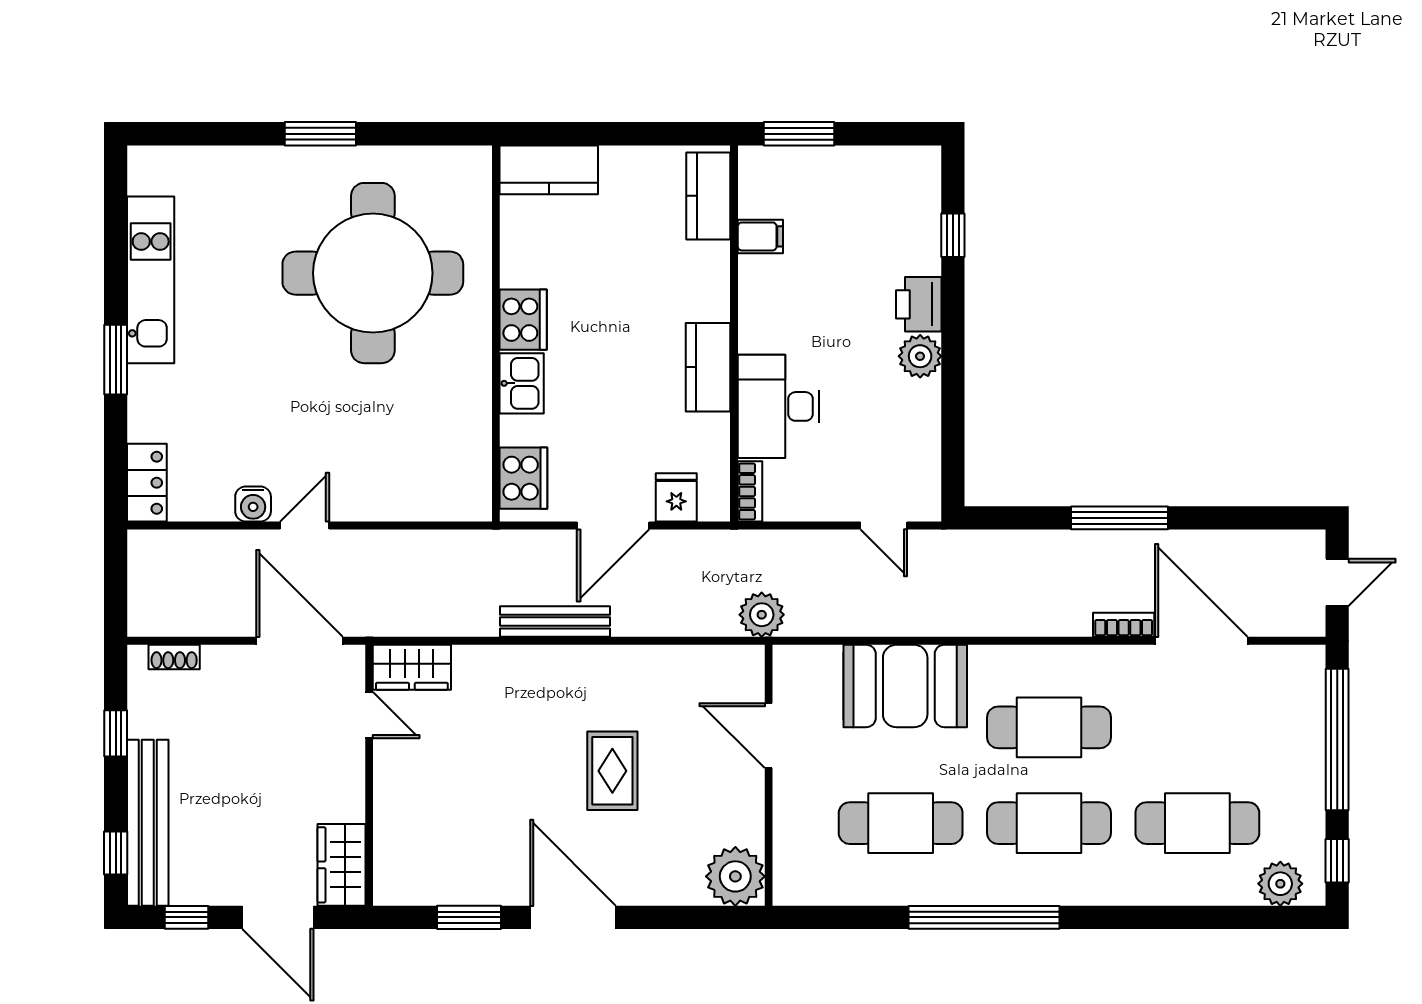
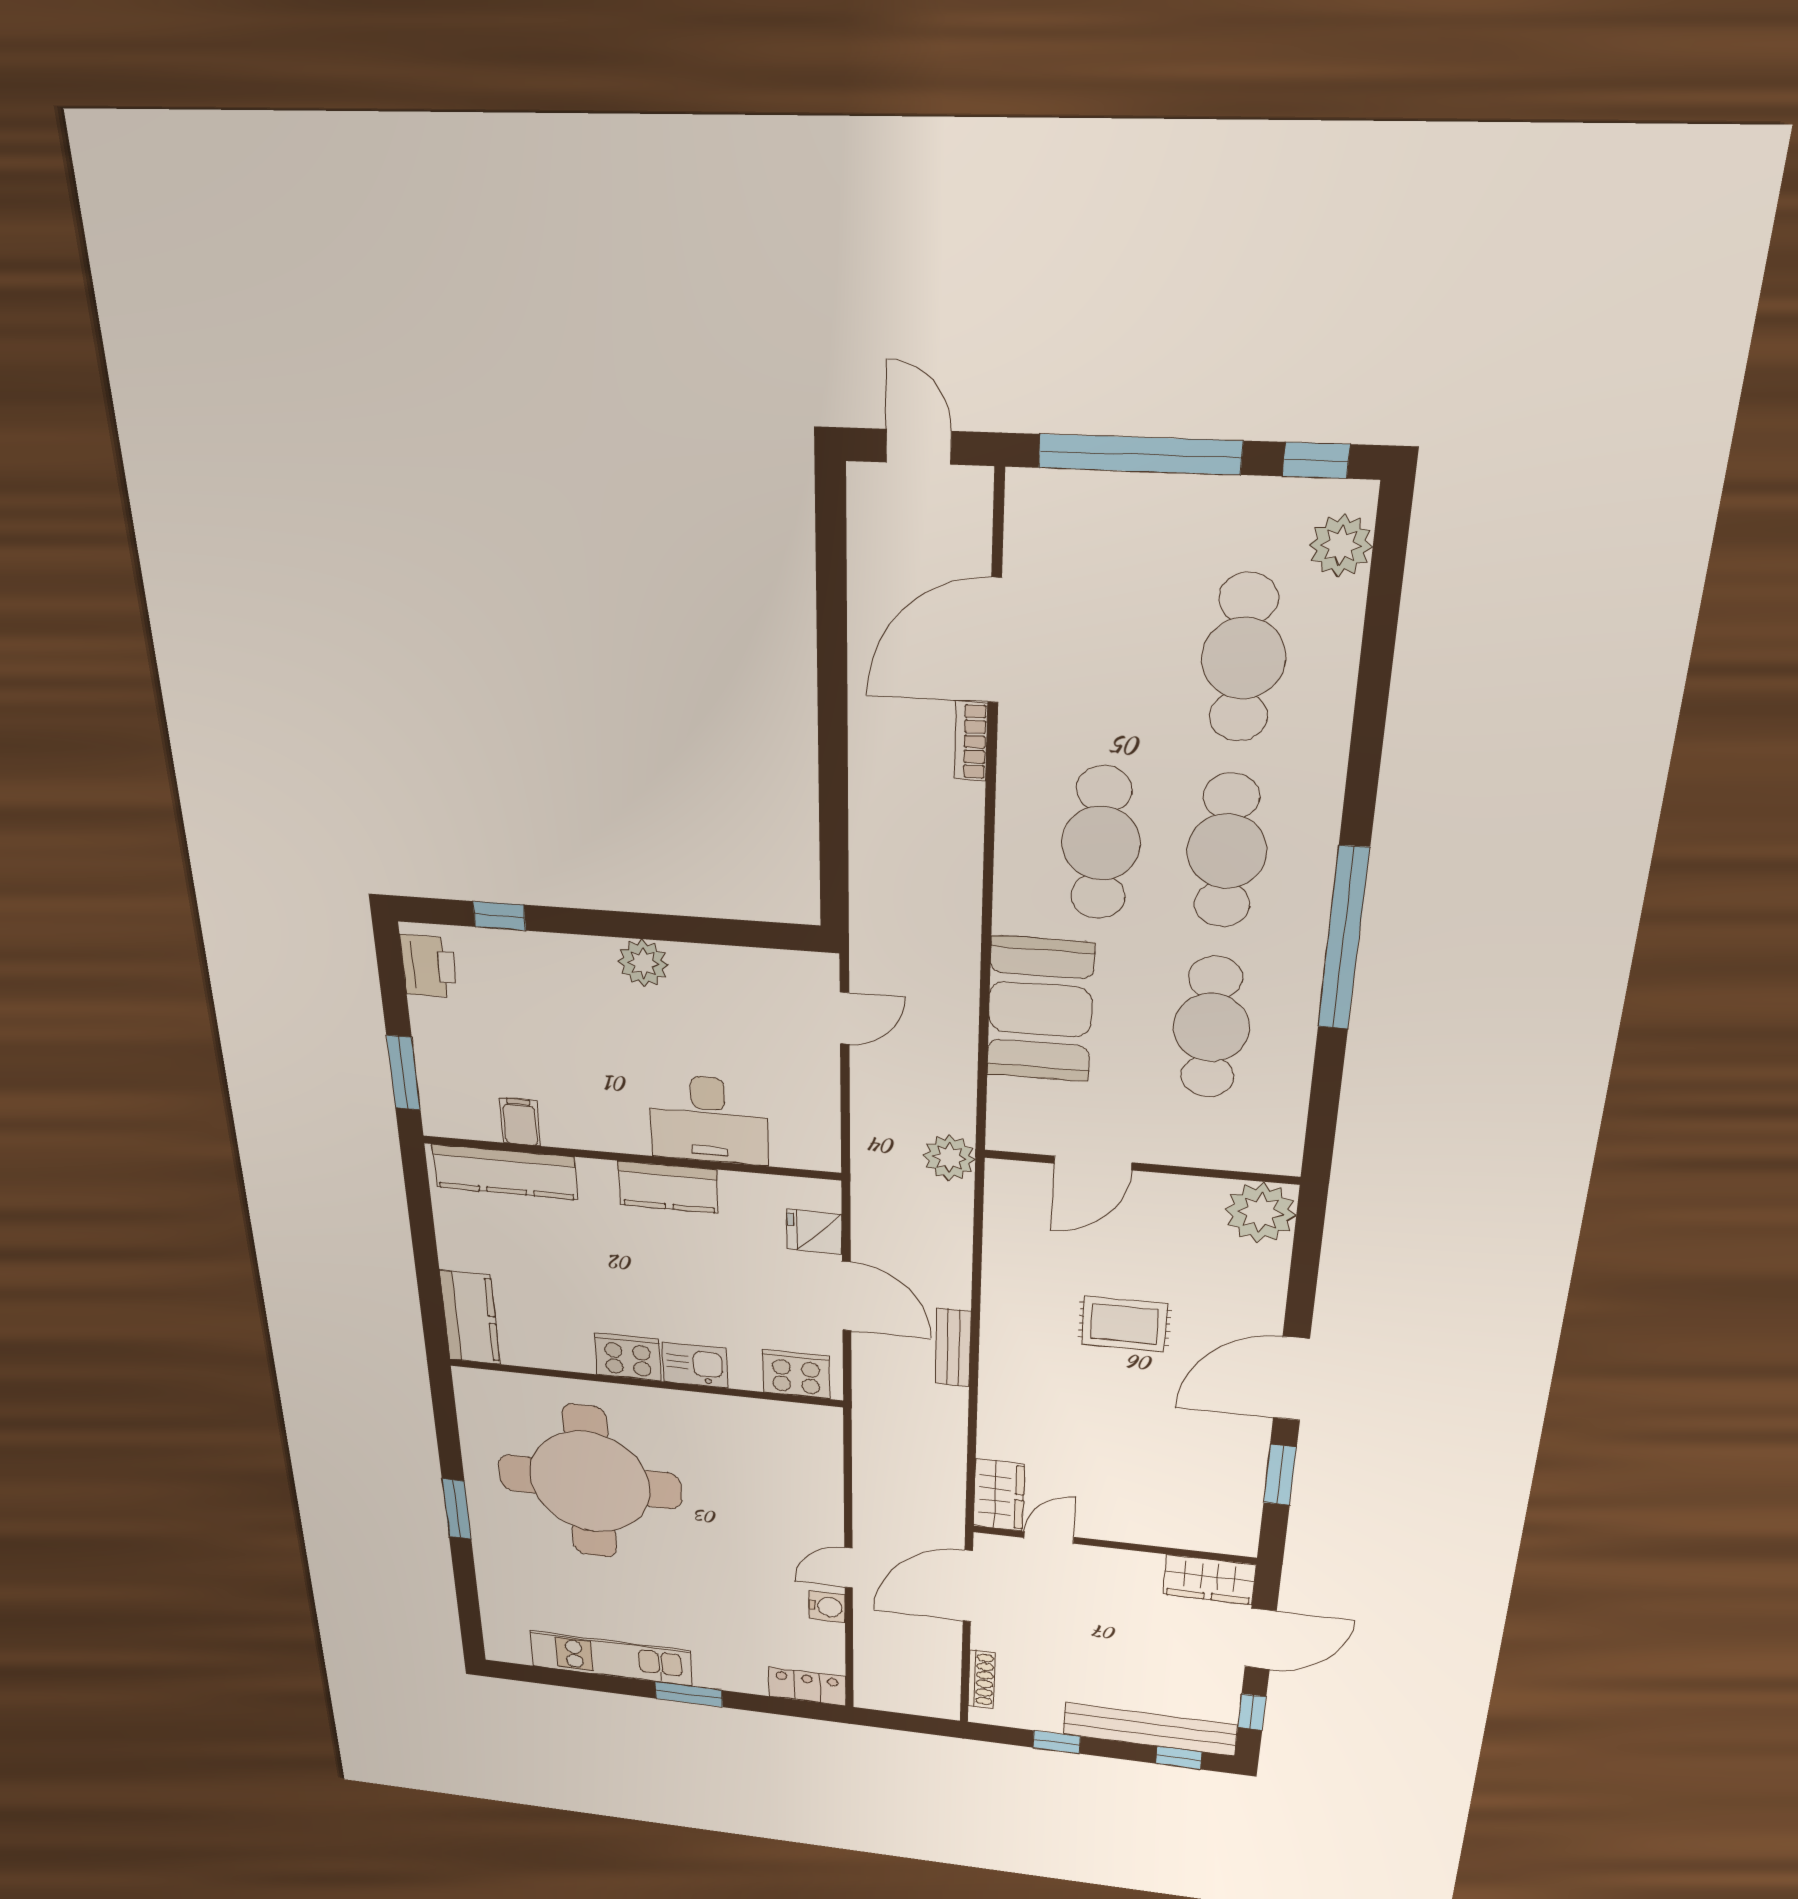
kitchen counter: (708, 196) -> (505, 1172), width x1.50
printer: (919, 304) -> (428, 966), moved, turned -90
bookcase: (750, 491) -> (807, 1157), removed
window: (1120, 518) -> (833, 739), removed
door: (305, 526) -> (849, 1568), hinge flipped
bench: (555, 622) -> (953, 1348), width x0.73
shoe rack: (174, 657) -> (982, 1679), width x1.43

